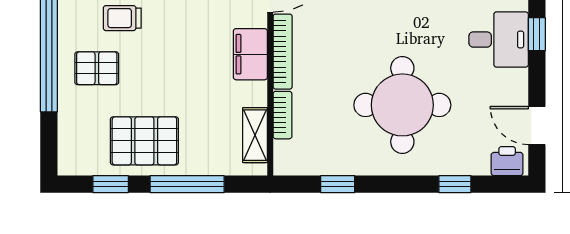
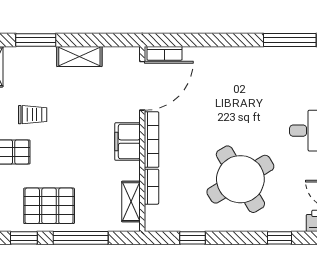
trolley: (122, 18) -> (33, 115), turned 180
round table: (402, 105) -> (240, 179), turned -31

